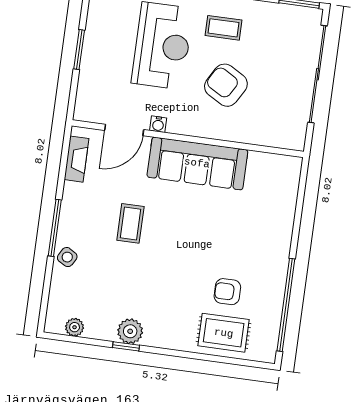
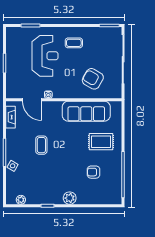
armchair: (226, 85) -> (93, 79), moved
door: (124, 130) -> (32, 100), hinge flipped
sofa: (197, 163) -> (86, 111), moved
plant: (130, 331) -> (70, 198), moved
rug: (224, 333) -> (101, 142), moved

